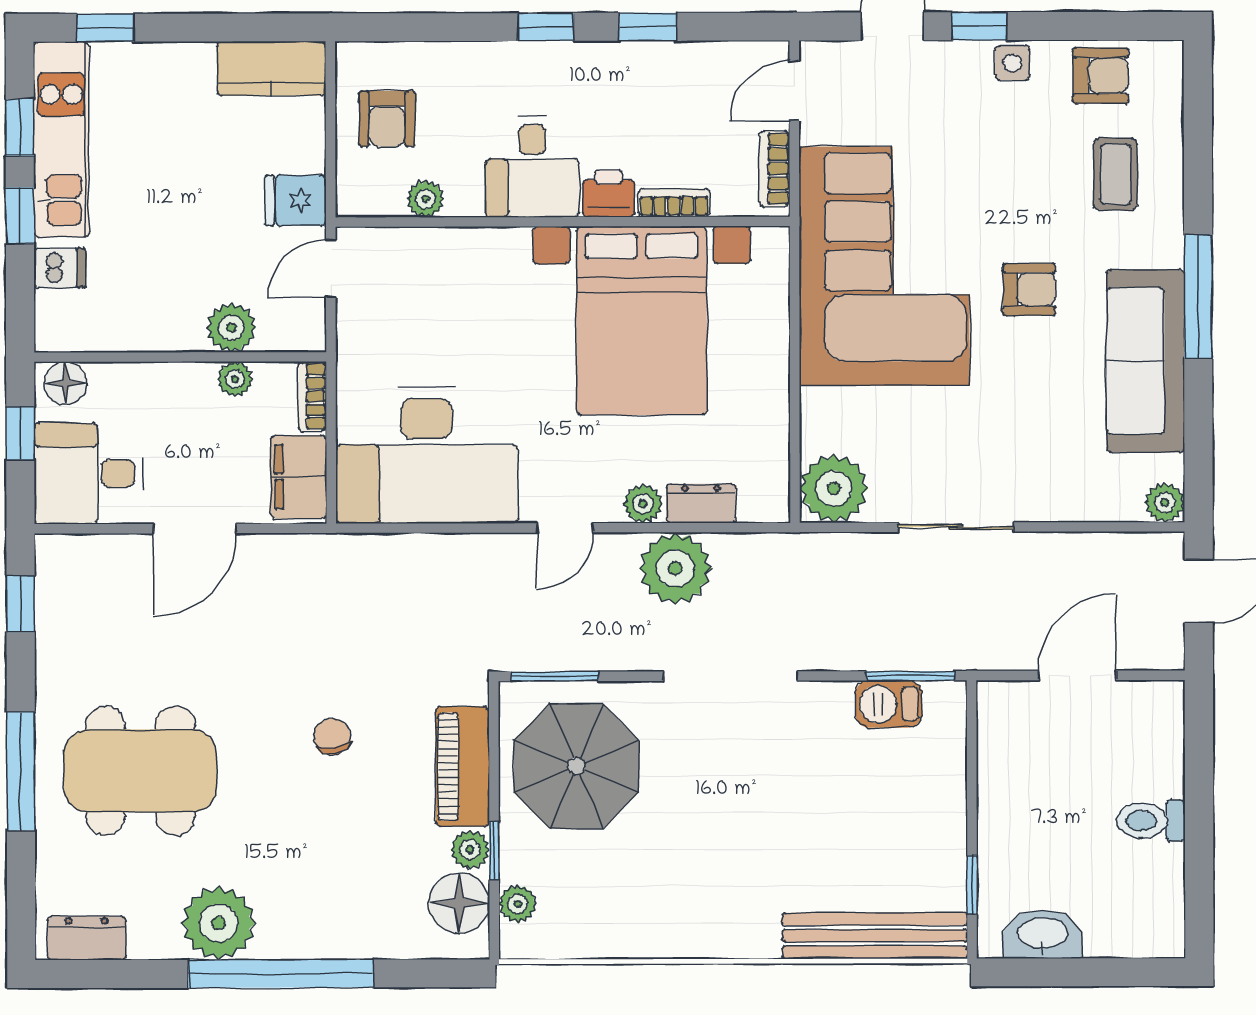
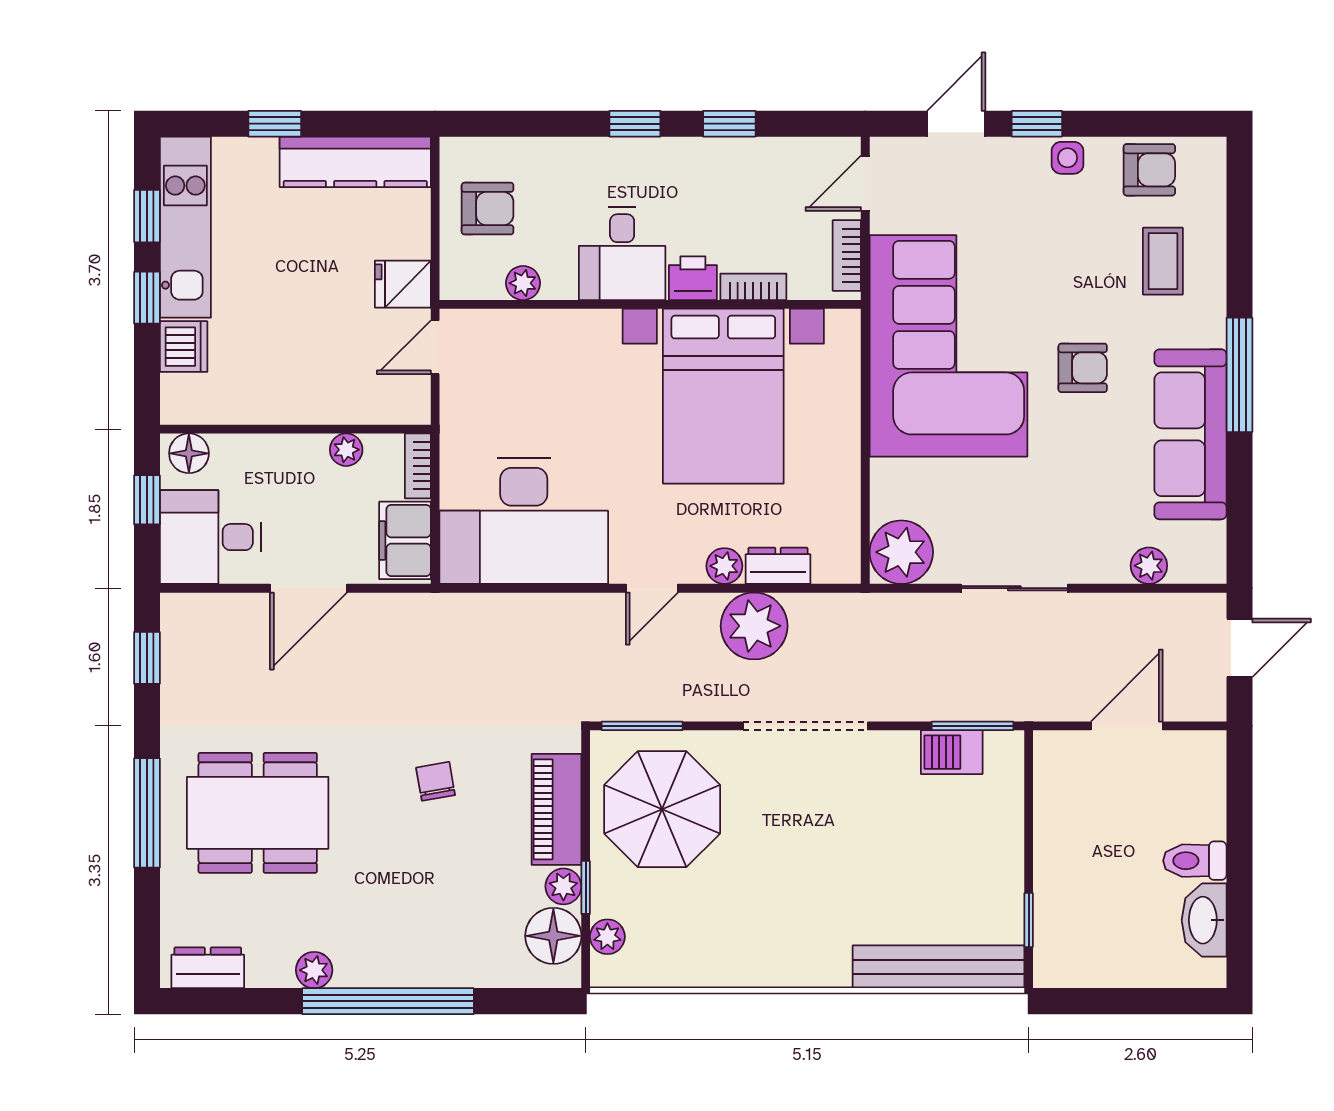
window: (105, 28) -> (275, 124), moved
kitchen counter: (271, 69) -> (355, 162), width x1.50
armchair: (387, 119) -> (488, 209), turned -90
dishwasher: (59, 268) -> (184, 347), width x1.38
plant: (231, 328) -> (343, 402), removed
plant: (1165, 503) -> (1149, 566), moved
plant: (219, 923) -> (314, 970), width x0.53, depth x0.53
washbasin: (1043, 934) -> (1204, 920), moved, turned -90

